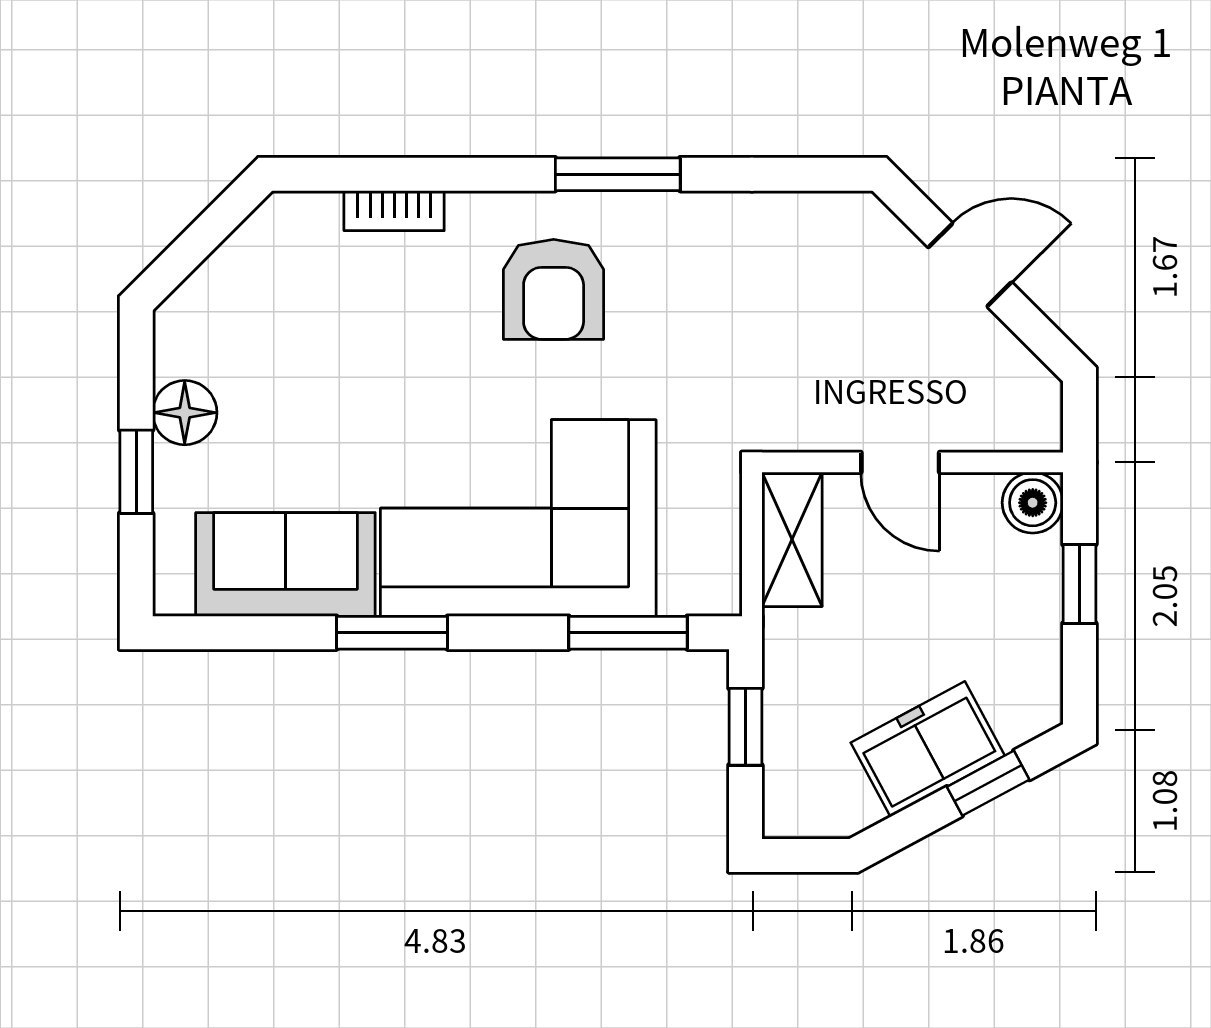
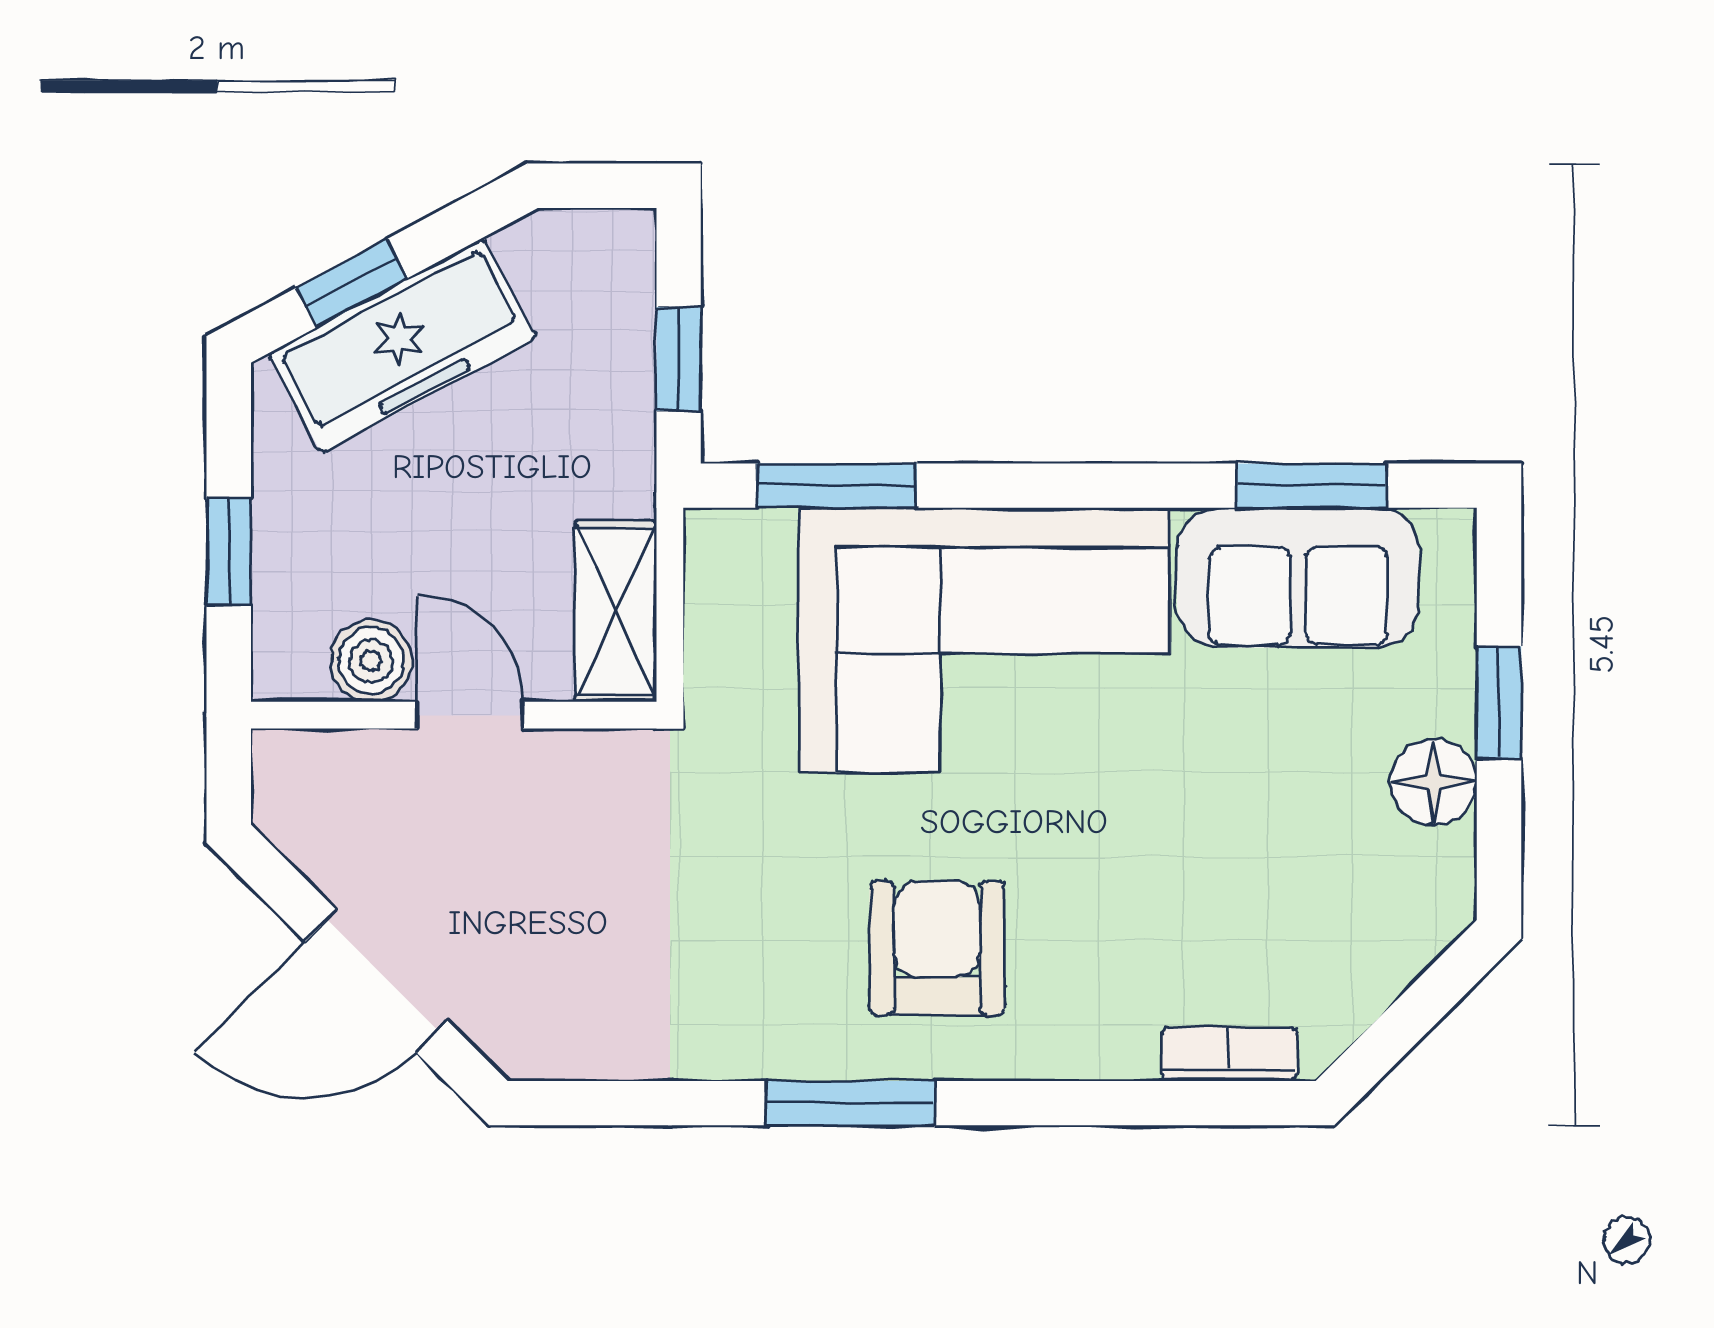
bookcase: (394, 211) -> (1229, 1054), moved
door: (970, 265) -> (376, 981), width x1.38
boiler: (1033, 503) -> (371, 661), moved
window: (392, 633) -> (1311, 486), moved
freezer: (928, 749) -> (402, 346), width x1.40

